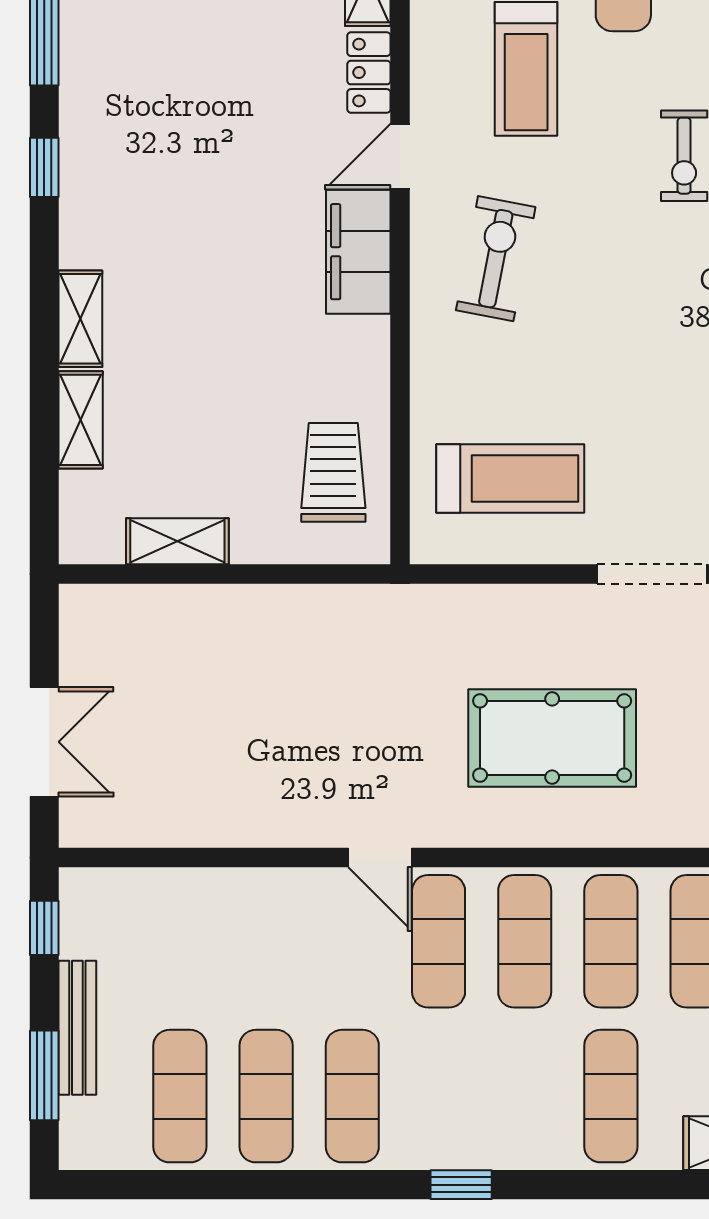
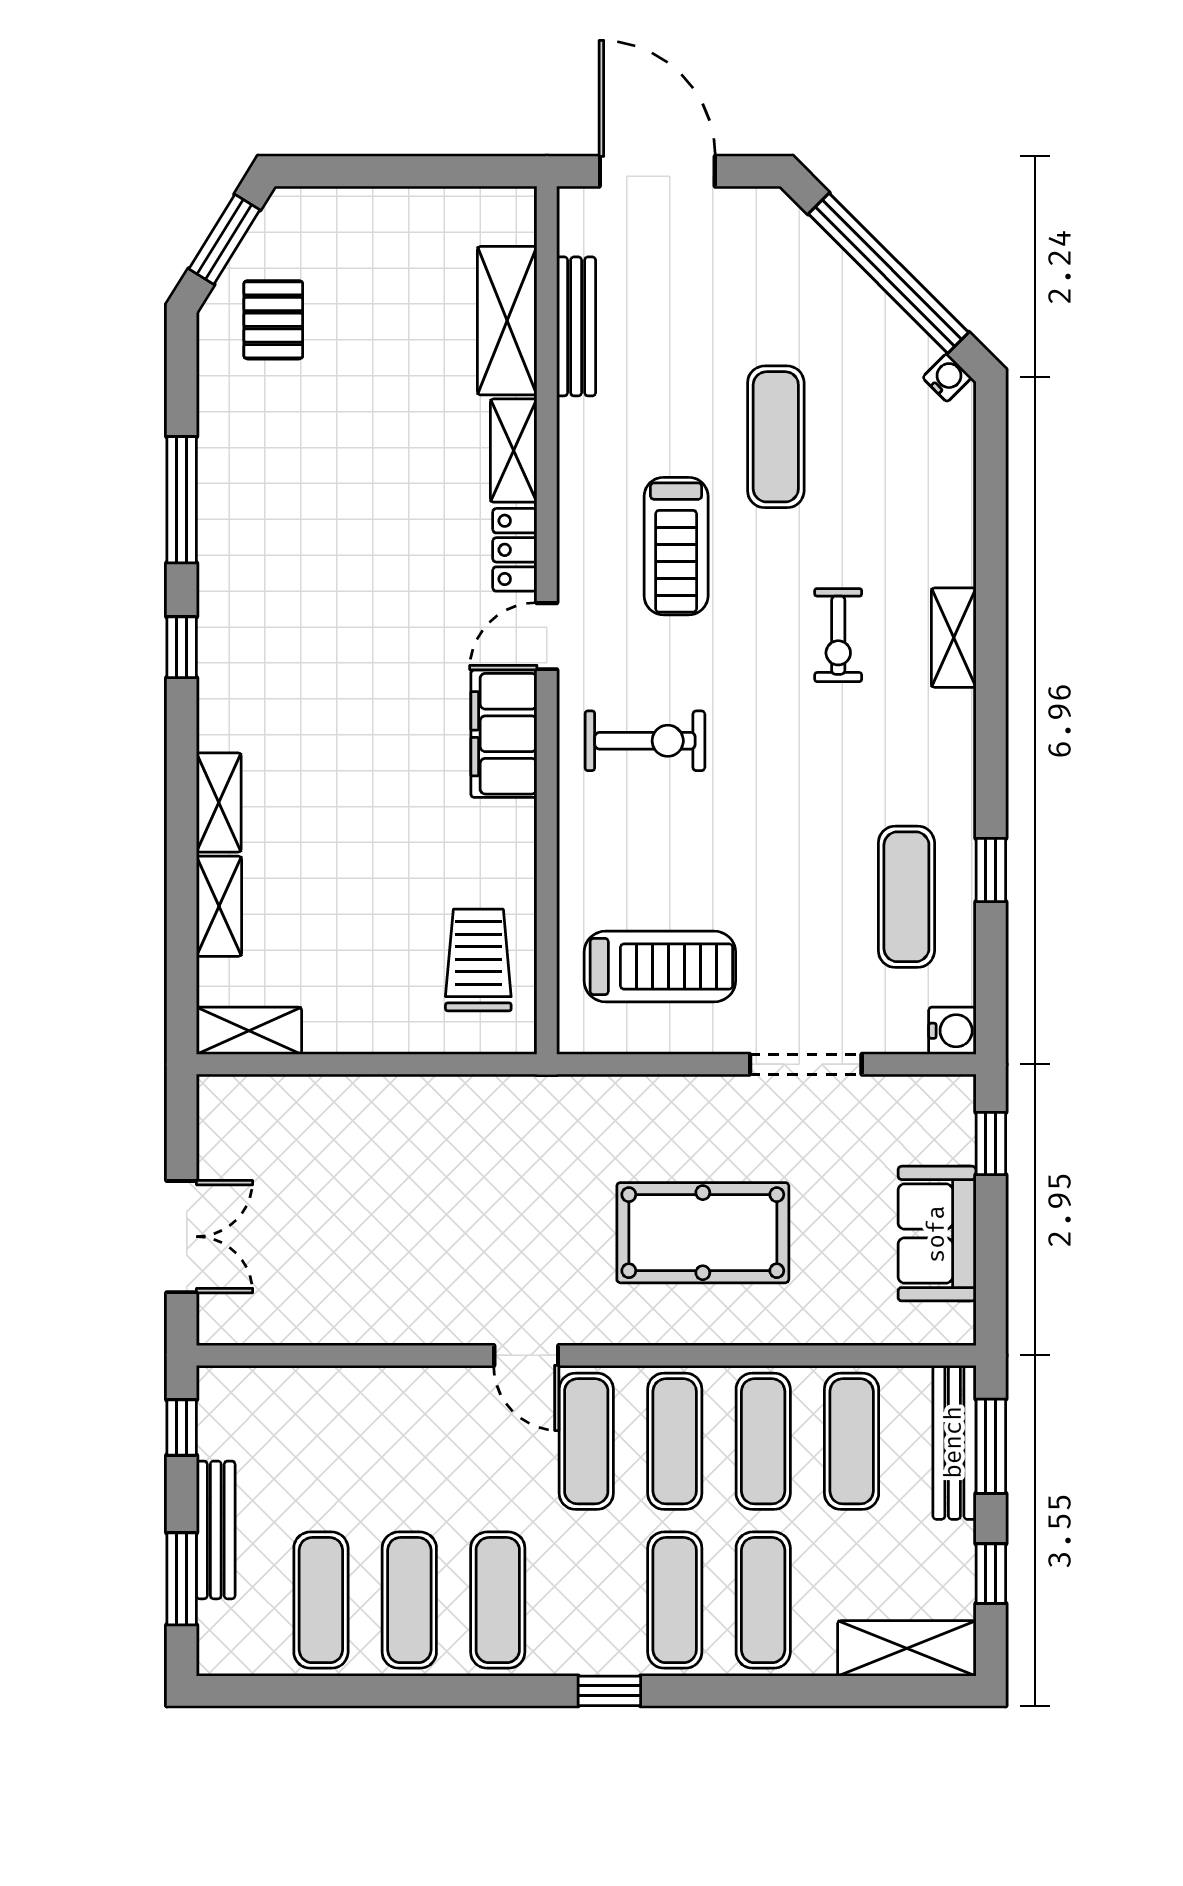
exercise bike: (496, 259) -> (645, 741), turned 79
shelving: (177, 541) -> (249, 1031), moved
exercise mat: (525, 1096) -> (675, 1600), added

